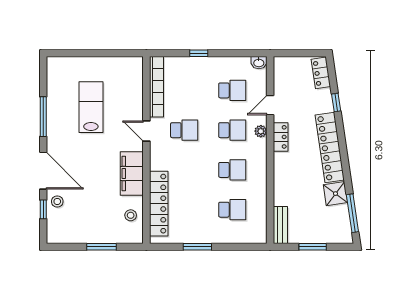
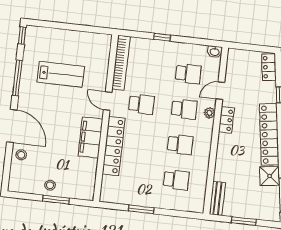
lab bench: (91, 107) -> (61, 74), turned 90
locker: (159, 204) -> (114, 146), moved
window: (43, 209) -> (22, 36), moved
stool: (131, 215) -> (50, 185), moved

